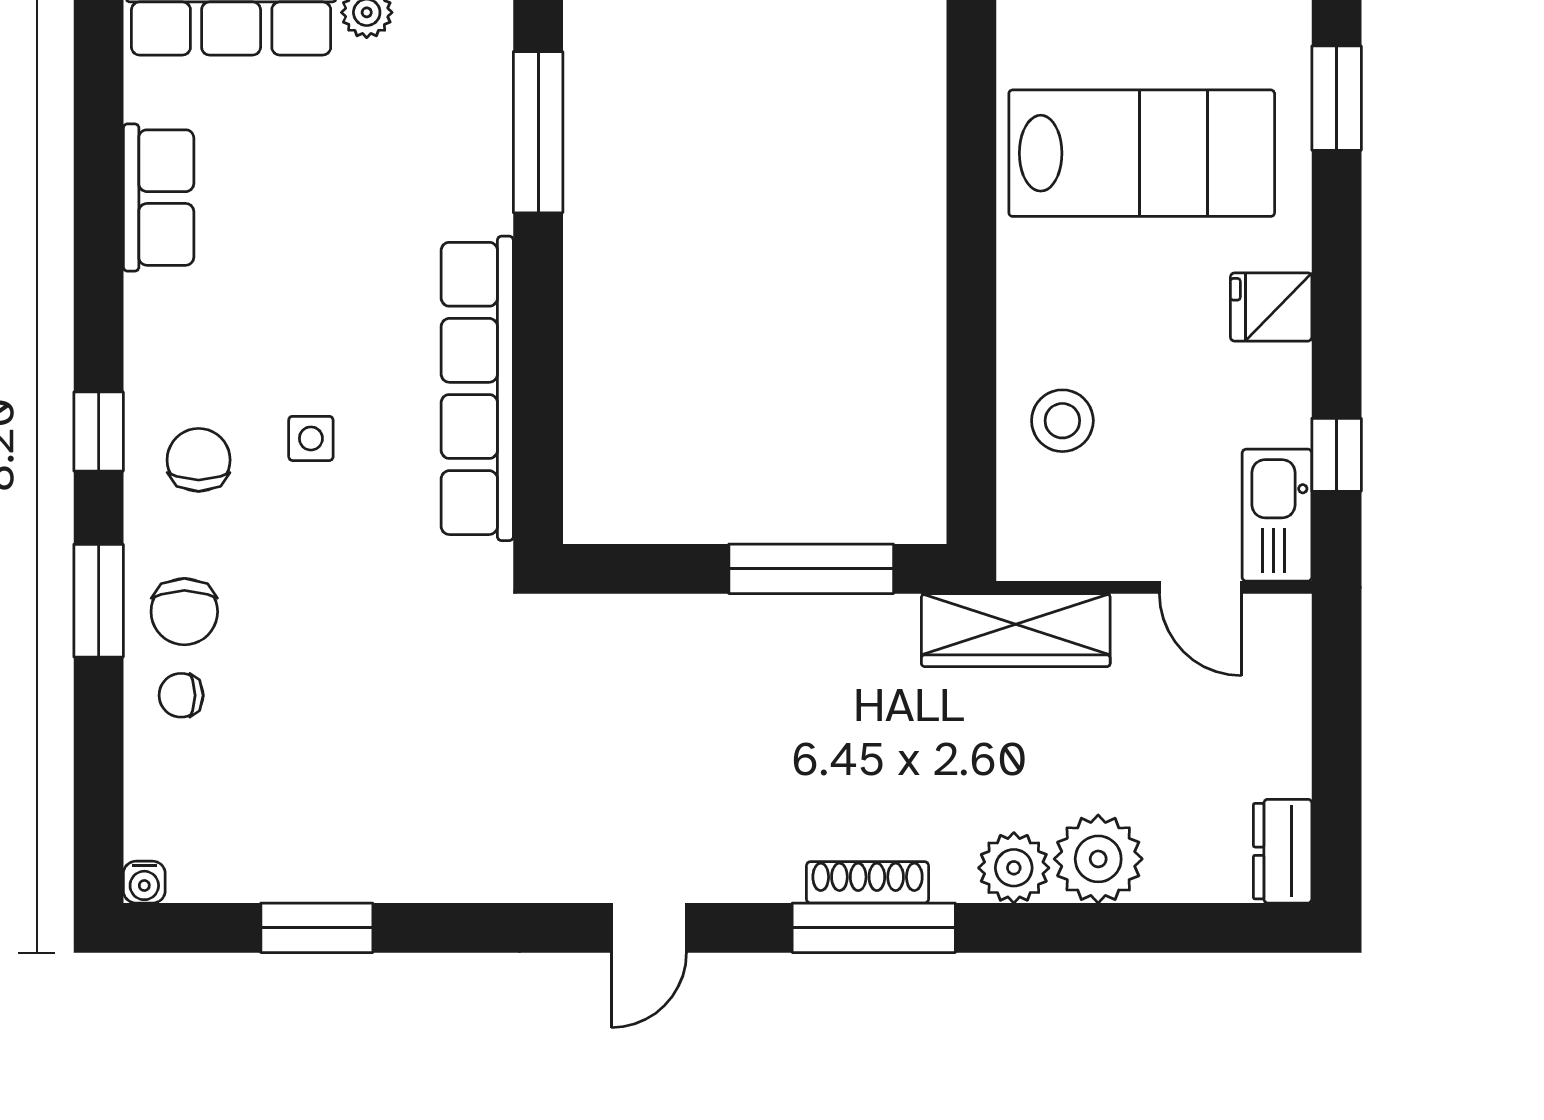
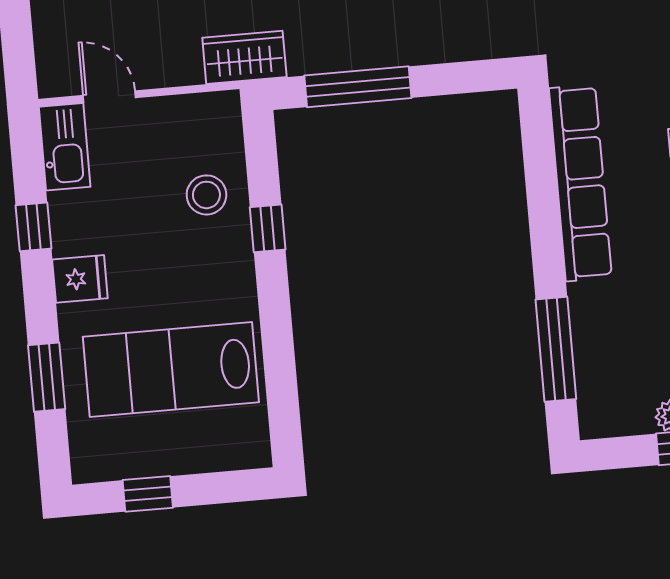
window: (1337, 98) -> (47, 377), moved
window: (971, 360) -> (268, 228), added
window: (1337, 455) -> (33, 227), moved
wardrobe: (1016, 630) -> (244, 57), width x0.67

